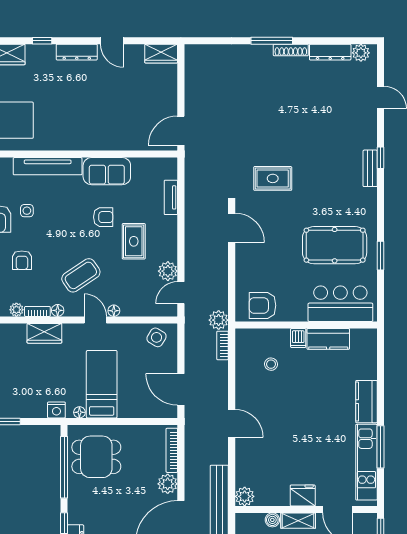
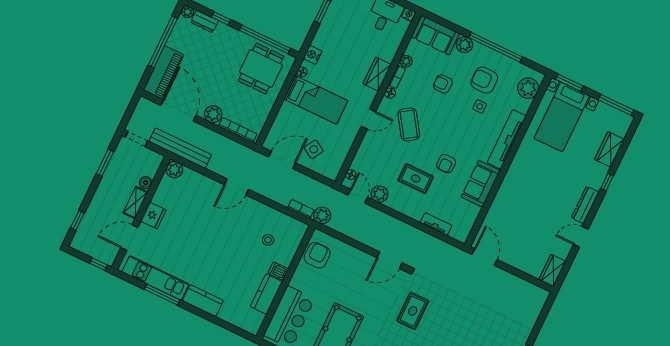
floor lamp: (114, 311) -> (351, 175), moved
side table: (157, 337) -> (314, 149), moved

